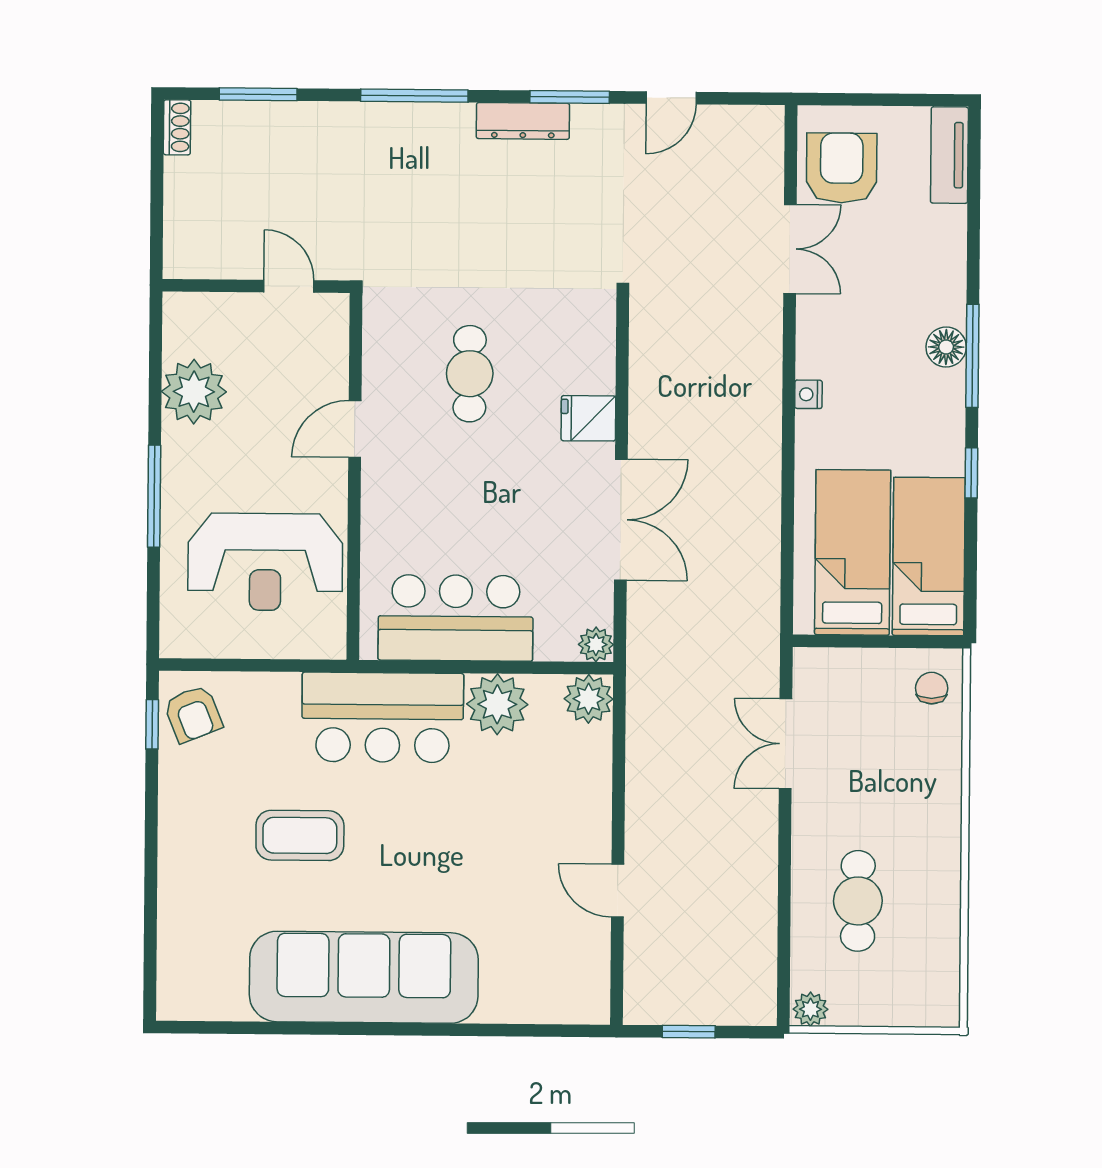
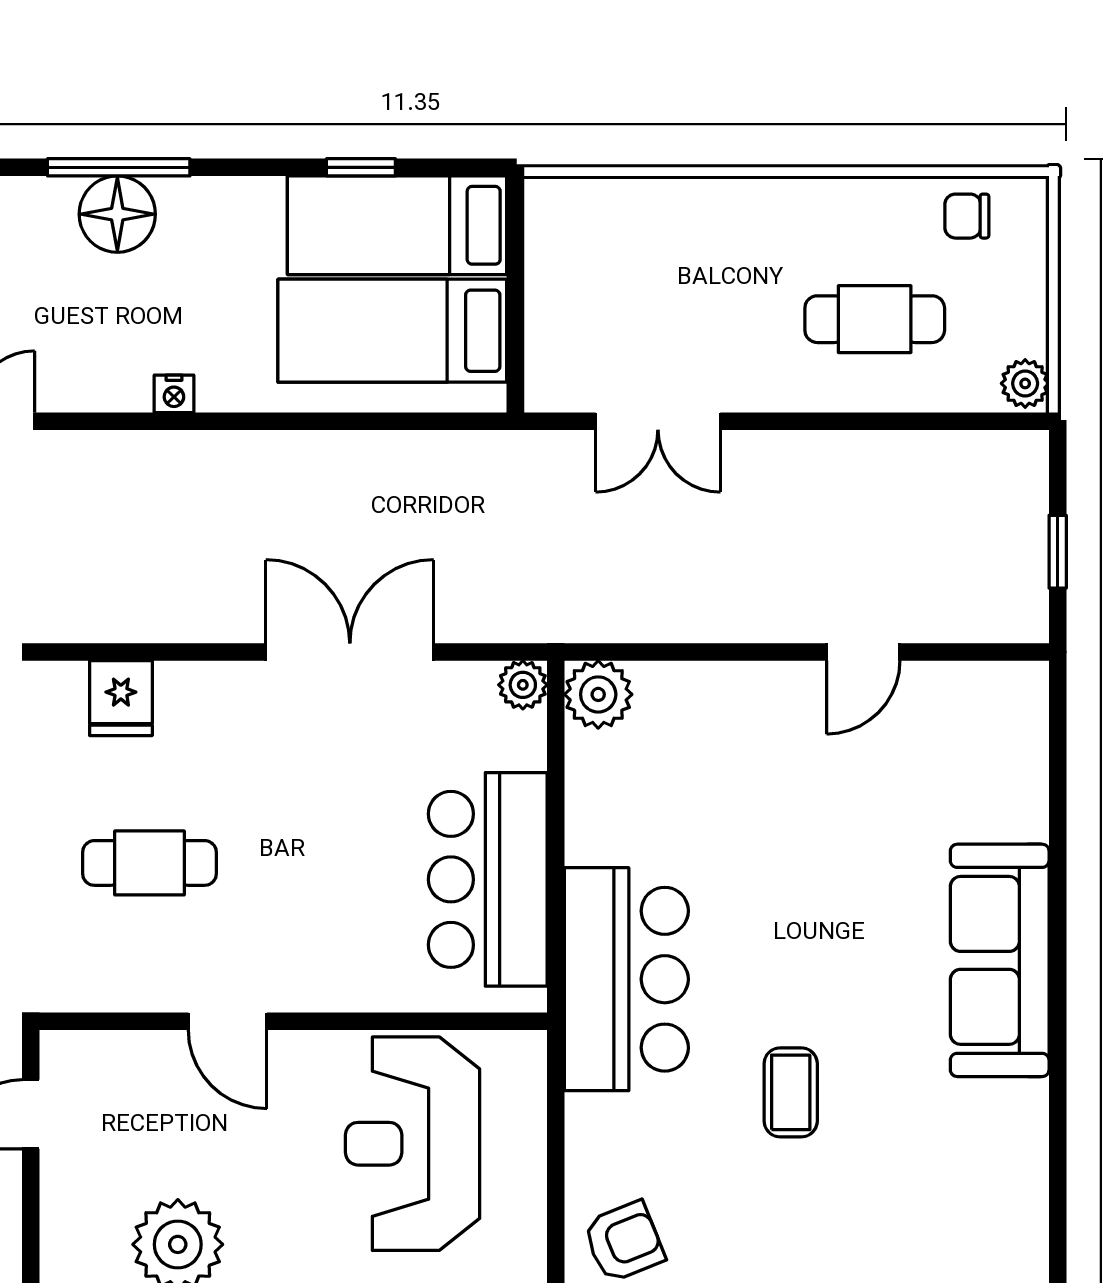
floor lamp: (946, 347) -> (117, 214), width x1.38, depth x1.38
fridge: (588, 418) -> (121, 698), moved
window: (971, 473) -> (361, 167), moved
reception desk: (265, 562) -> (413, 1144), turned 180
chair: (932, 688) -> (967, 216), moved
plant: (497, 704) -> (607, 821), removed
coffee table: (300, 835) -> (791, 1092), width x0.73, depth x0.77
sofa: (364, 977) -> (1000, 960), width x0.74, depth x0.79

